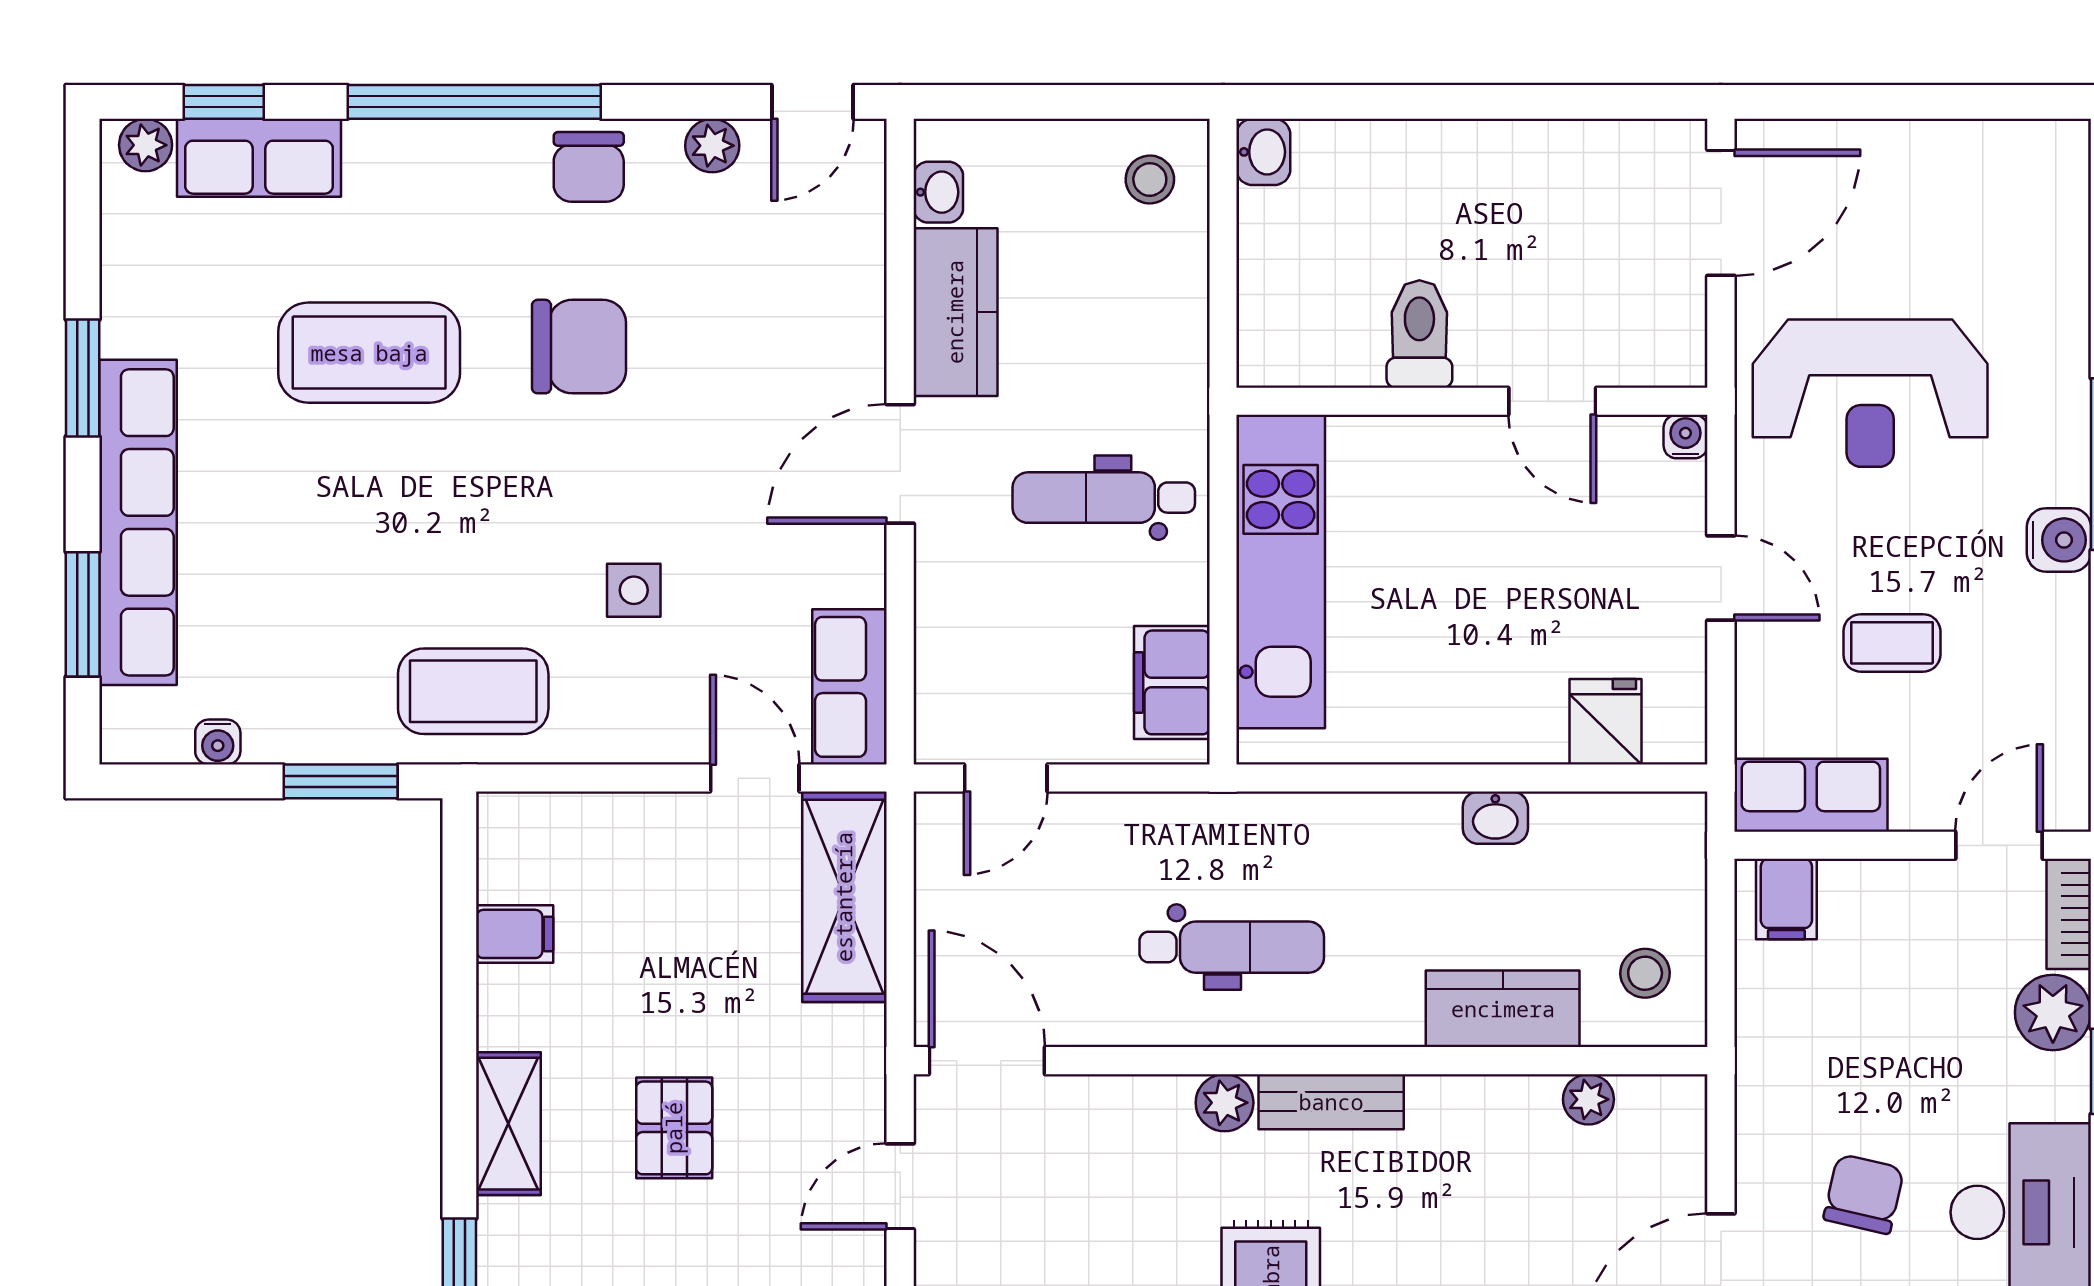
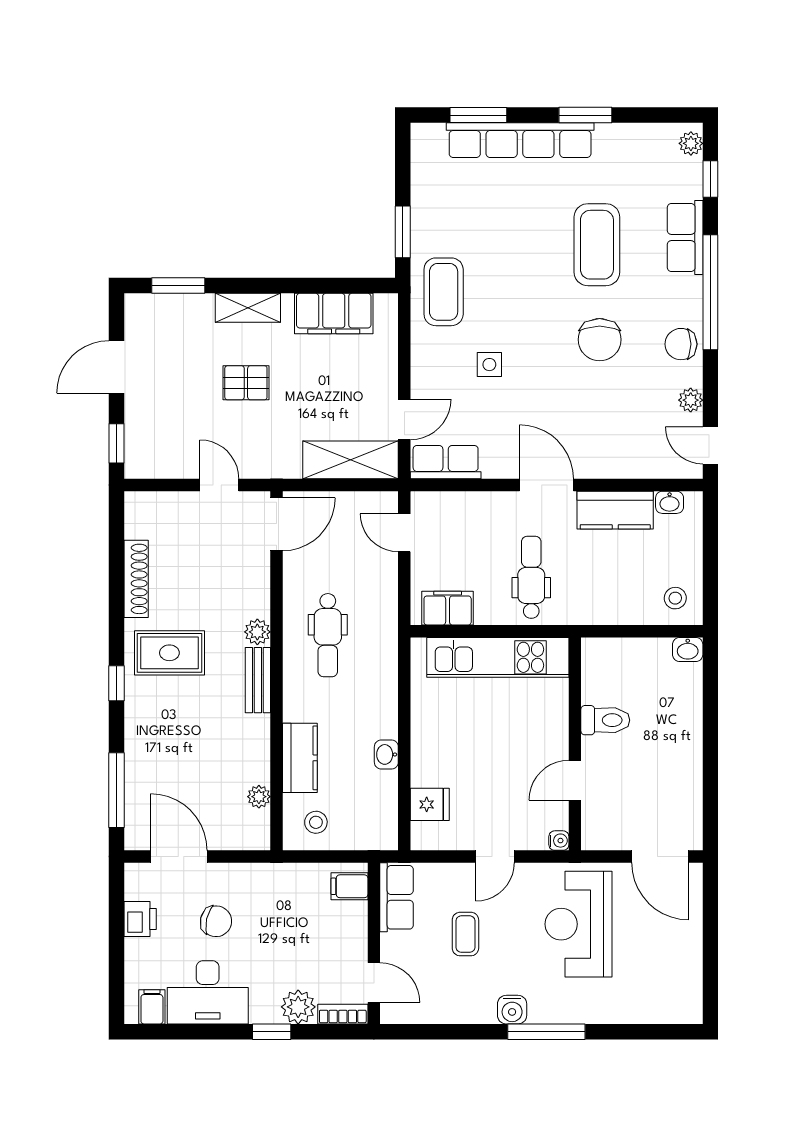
row of seats: (259, 158) -> (685, 237), moved
water cooler: (218, 742) -> (421, 176), removed
filing cabinet: (515, 934) -> (334, 313), width x3.00, depth x1.17

